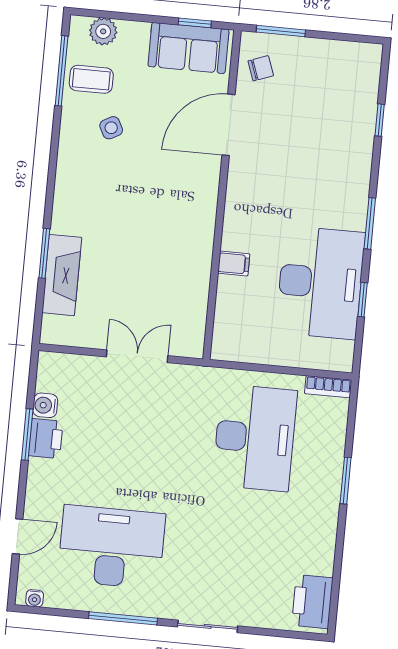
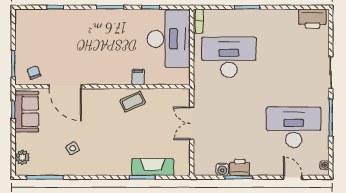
coffee table: (91, 79) -> (133, 102), moved, turned 65
desk: (320, 283) -> (169, 39), moved, turned 90
desk: (111, 547) -> (294, 127), turned 90

